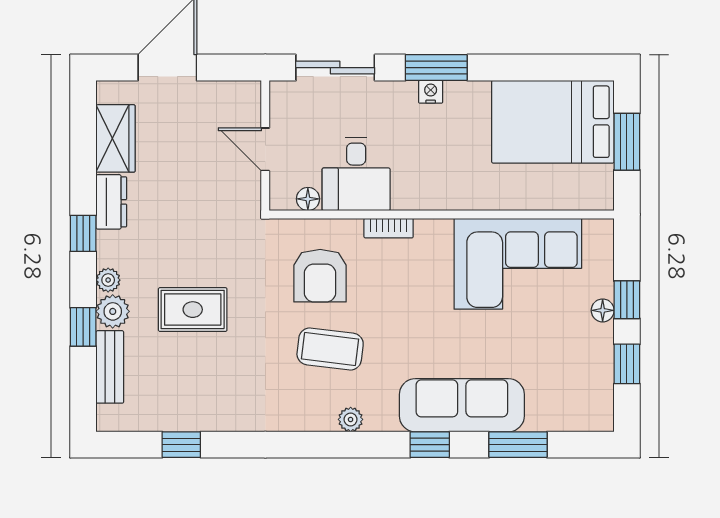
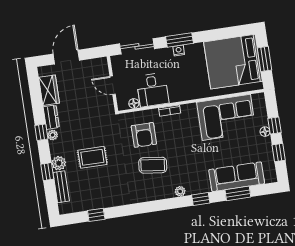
bed: (553, 122) -> (233, 62), width x1.36
plant: (108, 280) -> (53, 135), moved
sofa: (462, 405) -> (237, 177), moved
plant: (351, 419) -> (180, 191), moved

